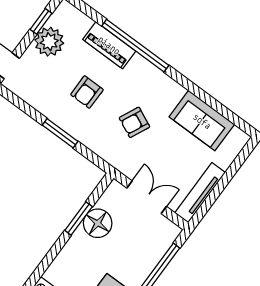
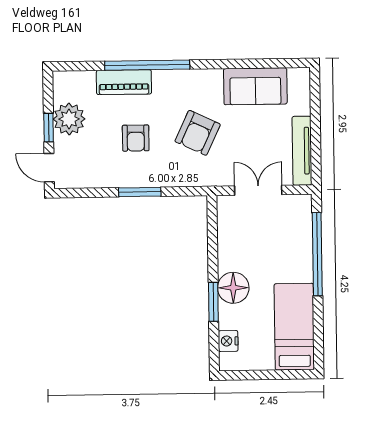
window: (41, 21) -> (49, 128), moved
armchair: (134, 122) -> (198, 133), width x1.38, depth x1.38
window: (79, 218) -> (213, 302), moved
floor lamp: (98, 223) -> (233, 288), moved

